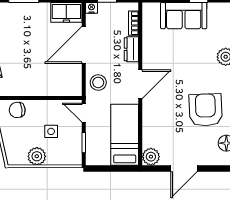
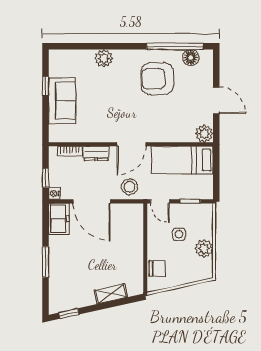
door: (140, 84) -> (131, 144), swing flipped
chair: (17, 110) -> (157, 268), turned -83
door: (84, 113) -> (160, 201), hinge flipped

